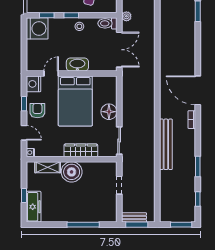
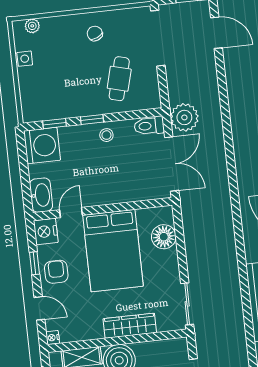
plant: (126, 16) -> (184, 117), width x1.87, depth x1.87
washbasin: (77, 65) -> (41, 195), moved, turned 90
floor lamp: (109, 112) -> (164, 237), moved

